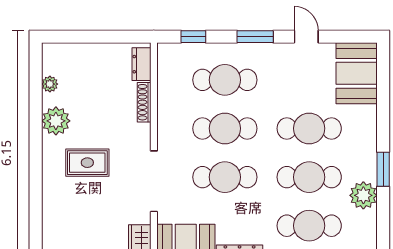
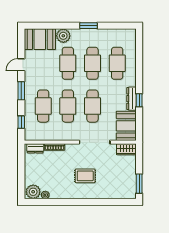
plant: (56, 121) -> (33, 192), moved
rug: (87, 163) -> (85, 176), turned 90
plant: (363, 195) -> (63, 36), moved

